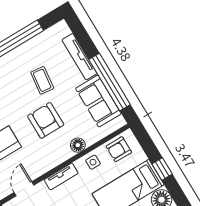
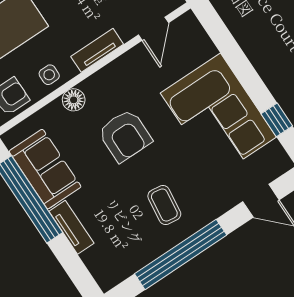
tv unit: (79, 57) -> (71, 227), width x0.71
coffee table: (42, 80) -> (164, 205), moved

